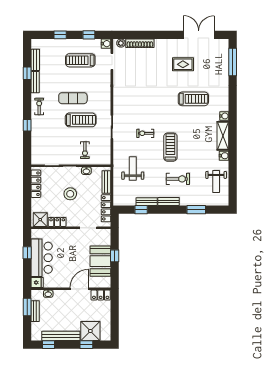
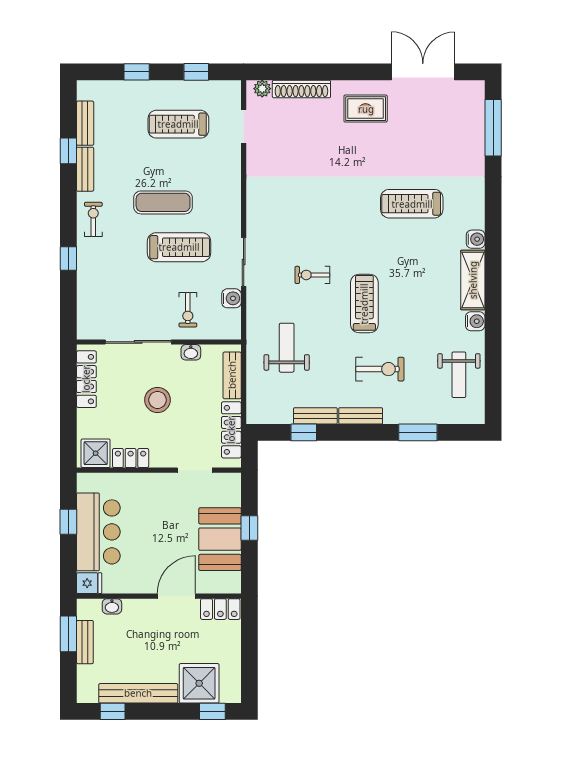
water cooler: (106, 44) -> (231, 298), moved
rug: (183, 64) -> (366, 109), moved
treadmill: (193, 99) -> (412, 204), turned 180
window: (86, 345) -> (212, 711), moved

